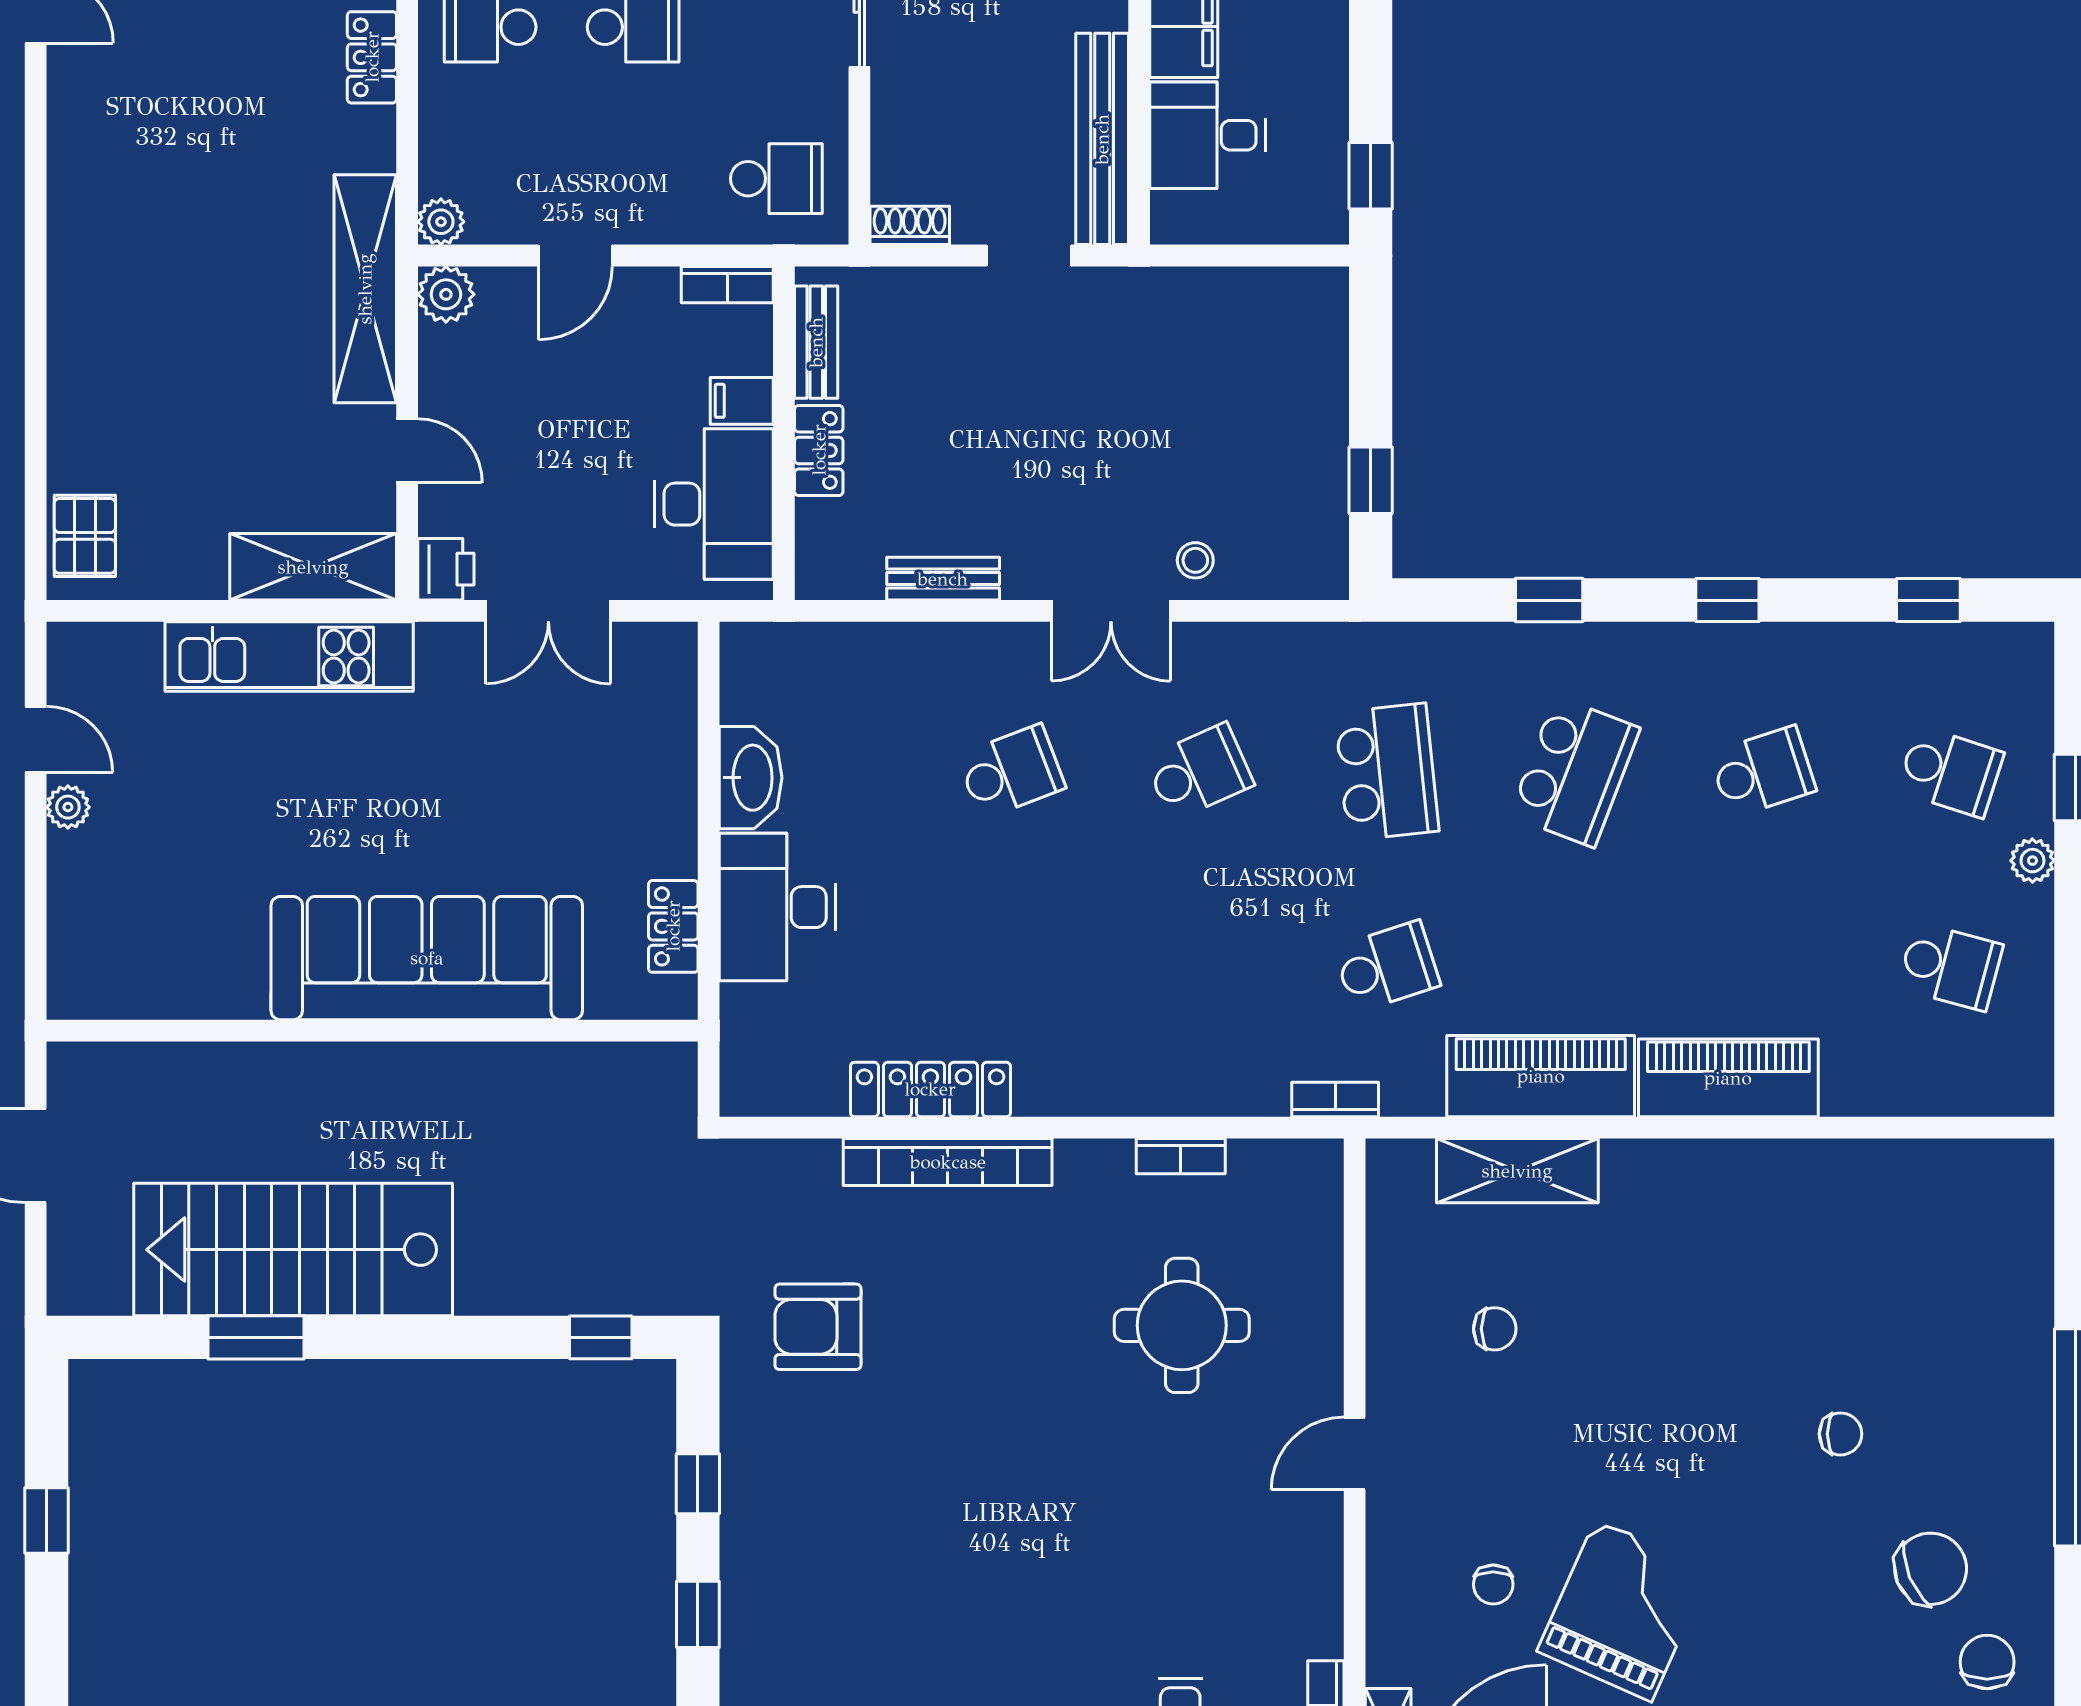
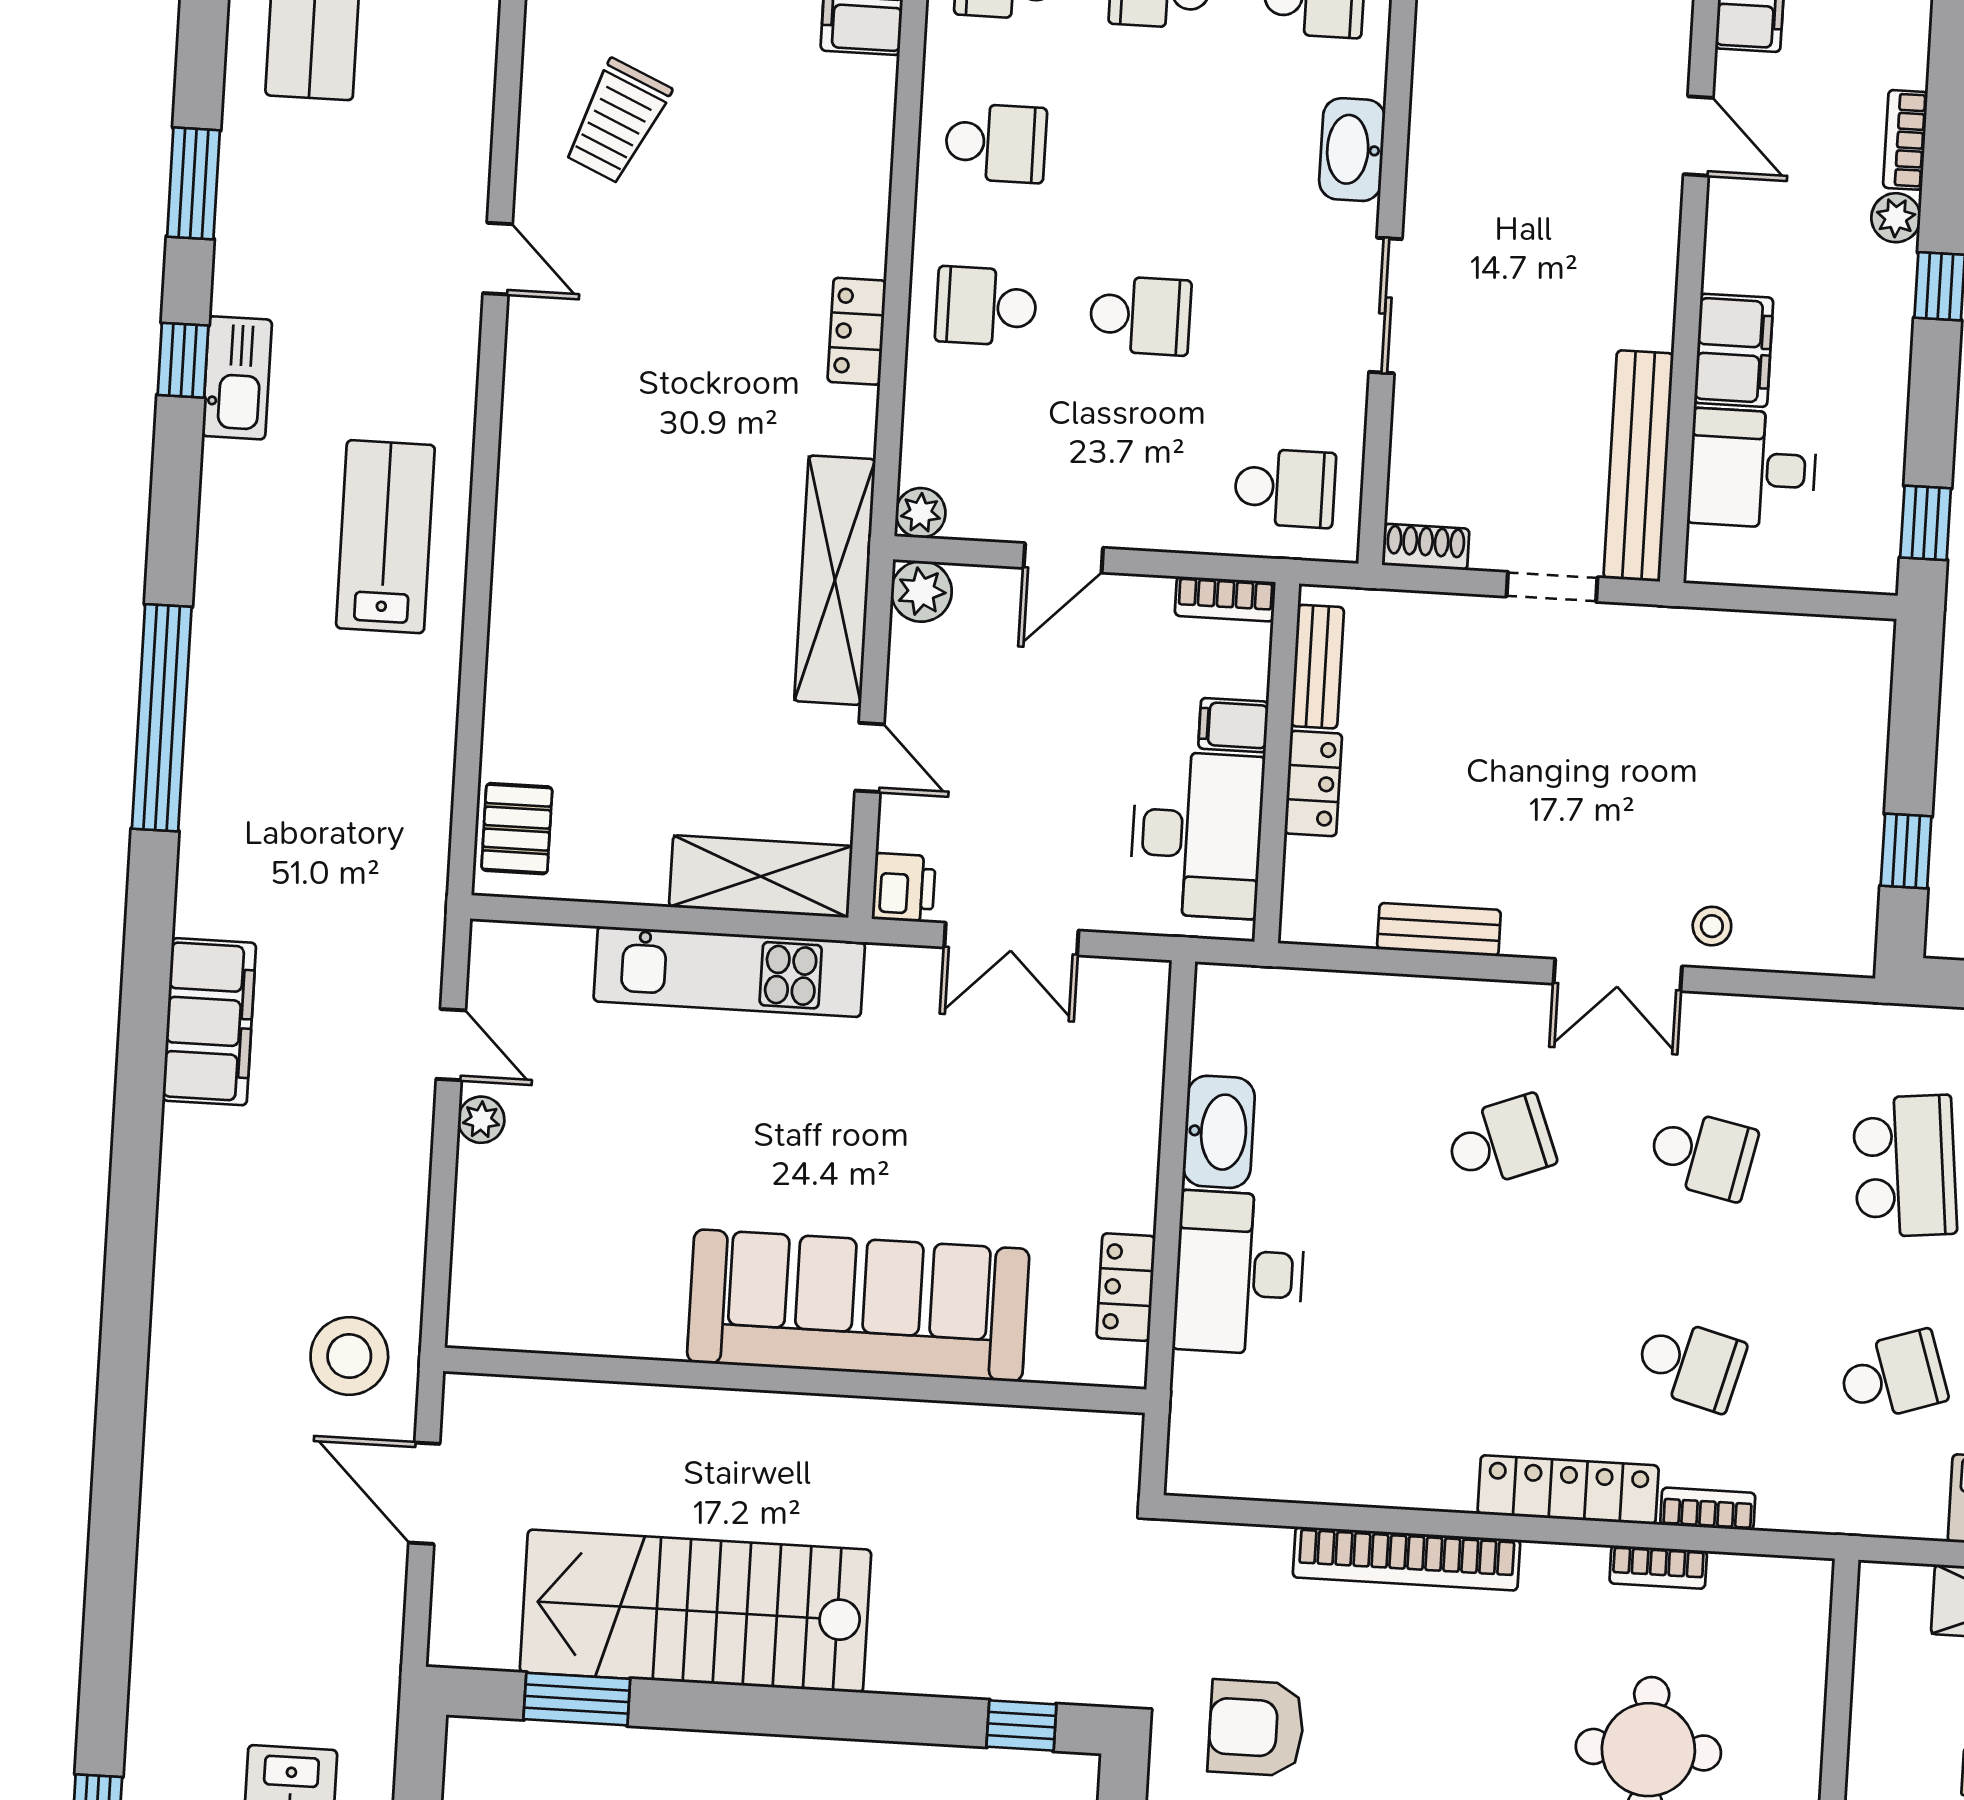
school desk: (1199, 772) -> (1702, 1154), turned 36
school desk: (1199, 967) -> (1690, 1364), added
locker: (930, 1089) -> (1568, 1490), moved
bookcase: (1335, 1099) -> (1708, 1509), moved
window: (256, 1337) -> (577, 1699), moved

